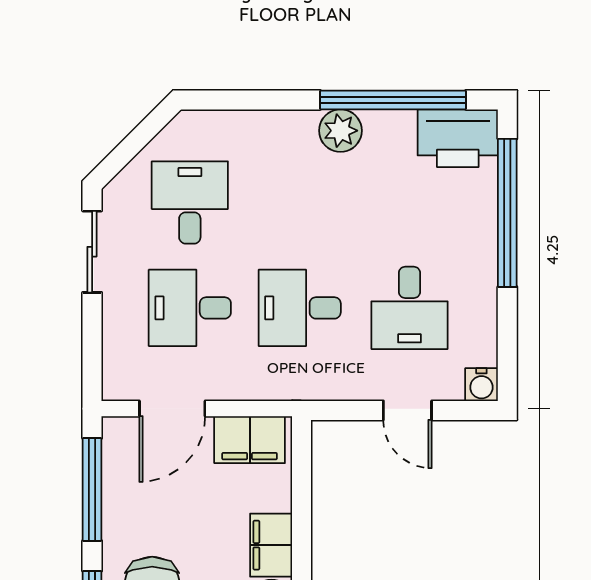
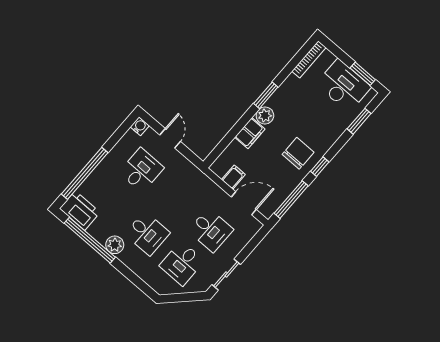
desk: (300, 308) -> (147, 233), moved
filing cabinet: (250, 440) -> (233, 177), width x0.50

